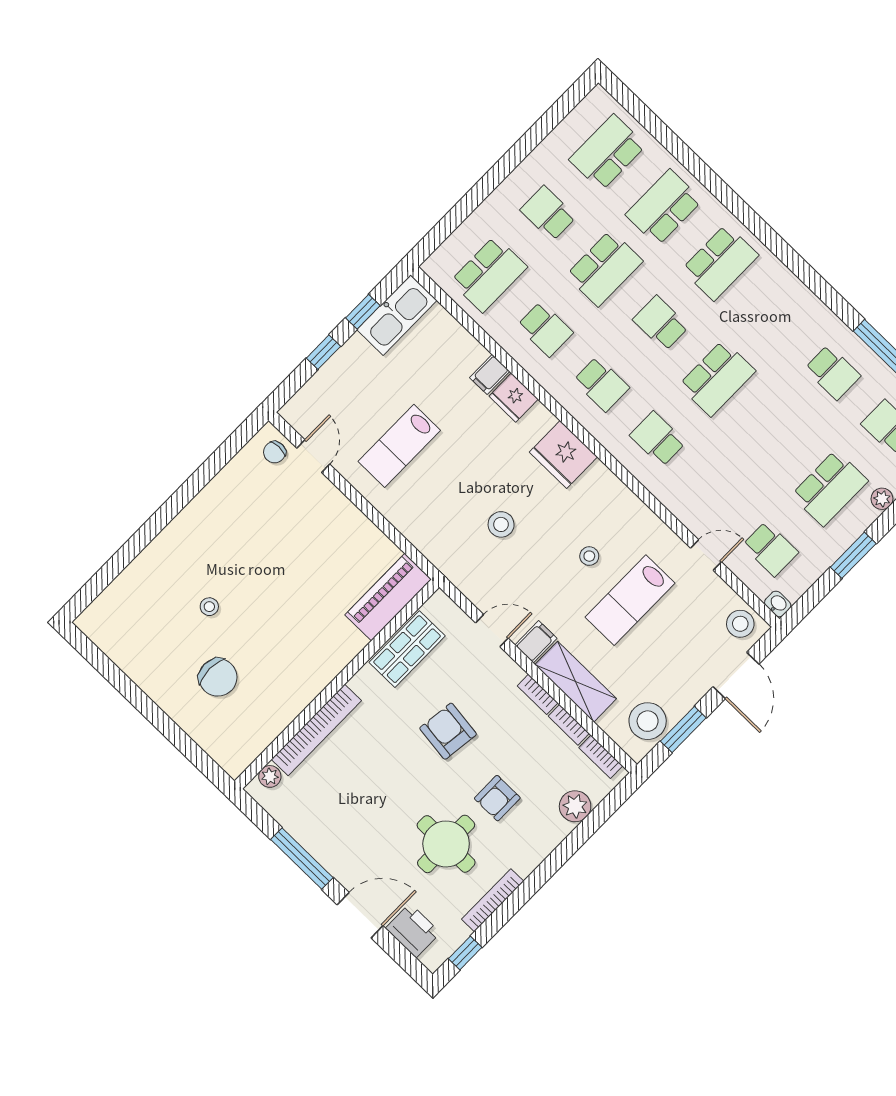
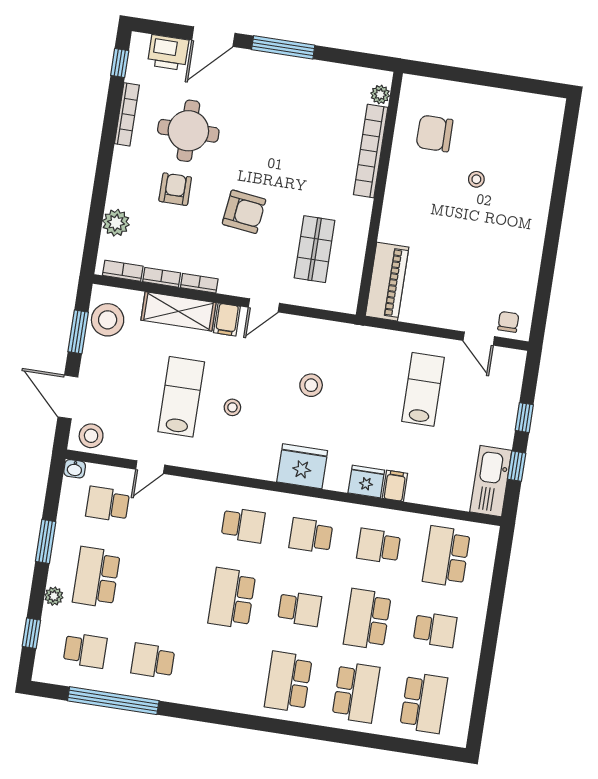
piano: (388, 597) -> (387, 282), moved
wall: (337, 684) -> (379, 194), moved
bookcase: (316, 730) -> (371, 151), moved
plant: (270, 776) -> (380, 95), moved

